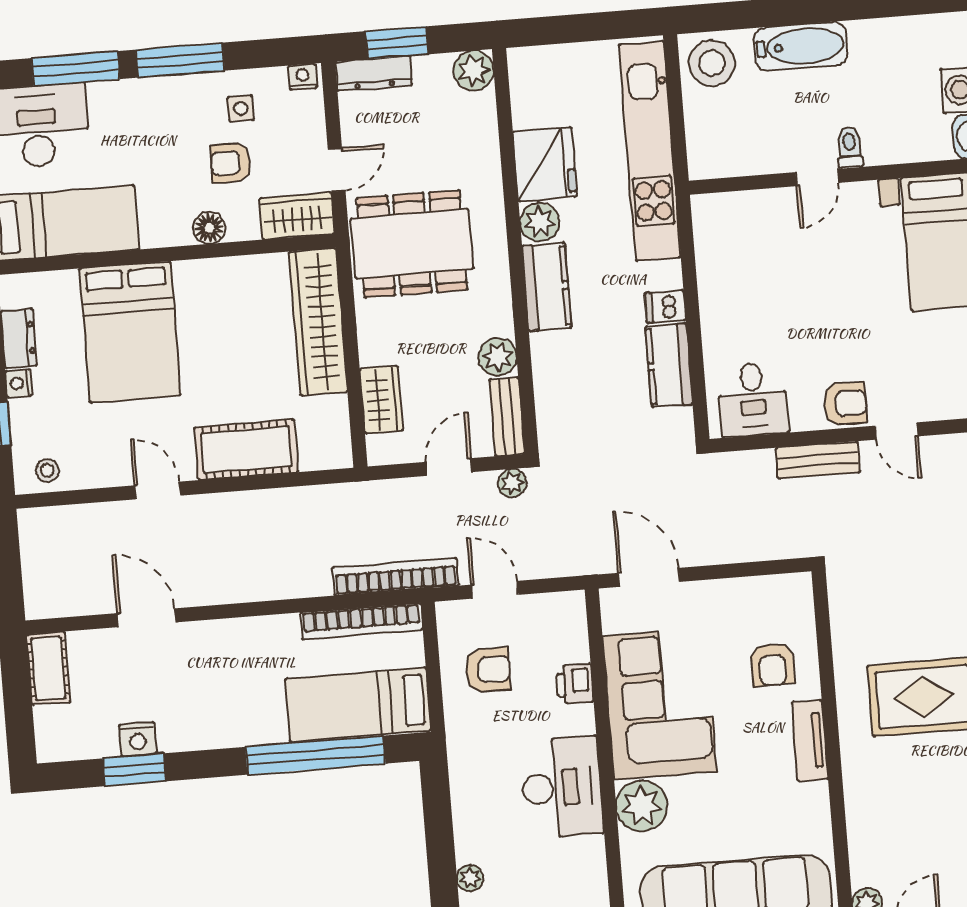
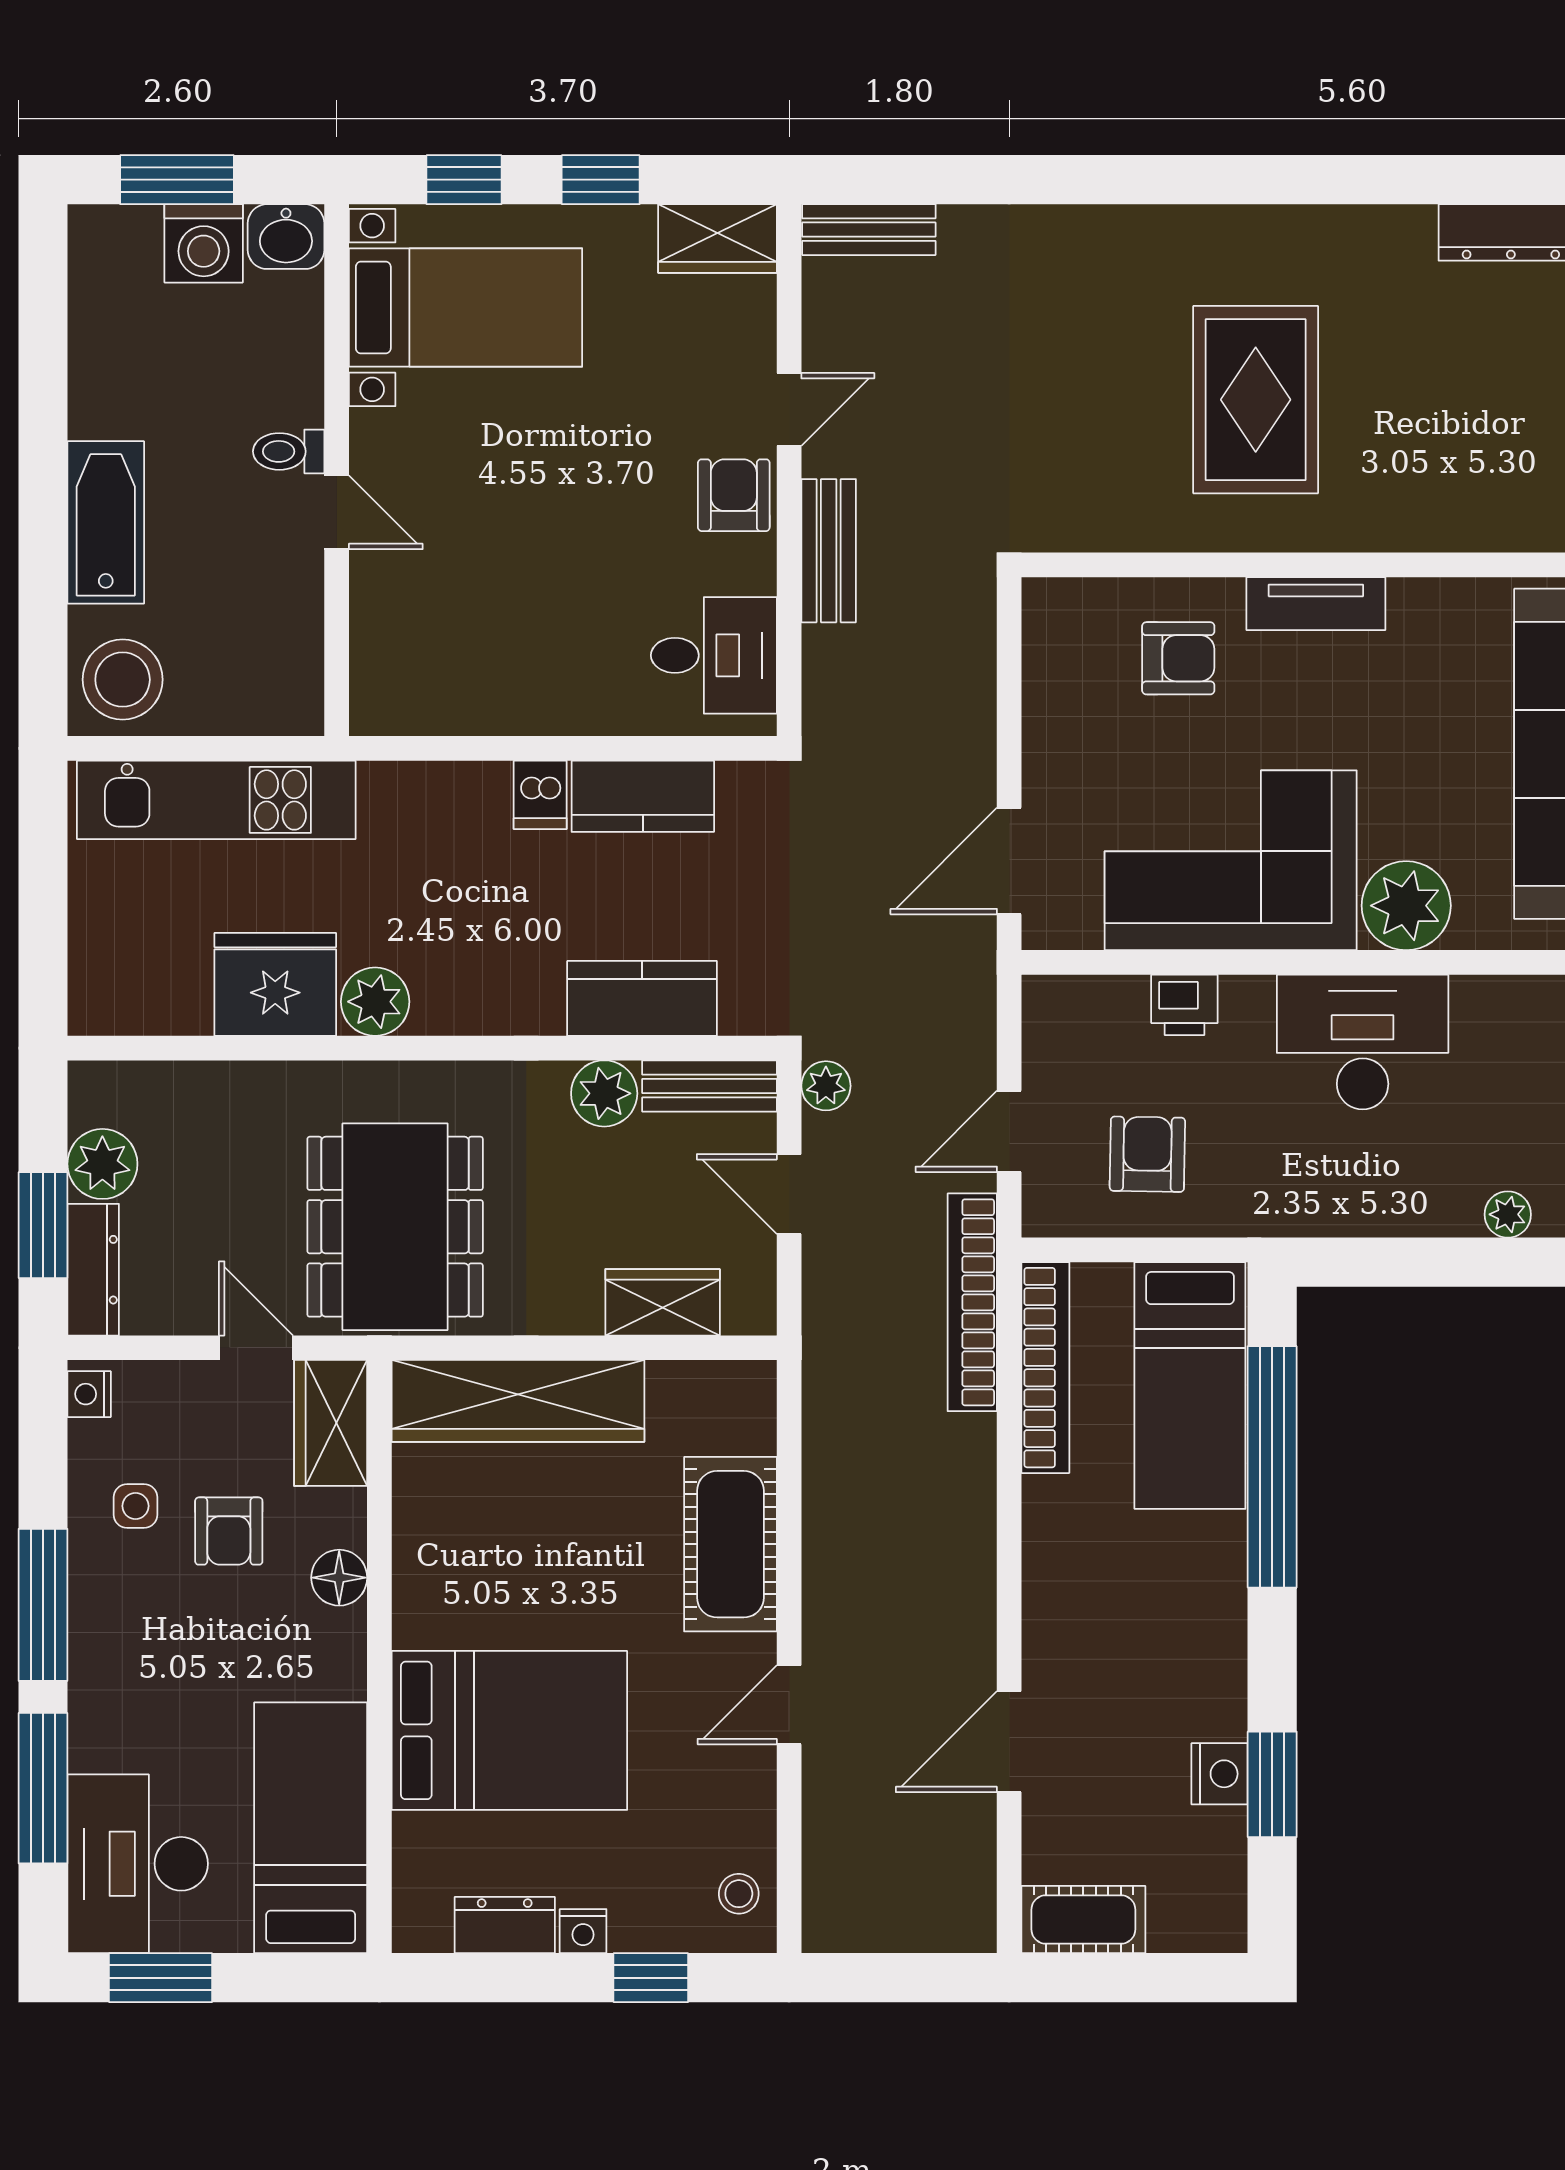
plant: (474, 71) -> (102, 1164), moved
kitchen unit: (650, 151) -> (216, 800), width x0.73
kitchen counter: (547, 287) -> (642, 998), moved

